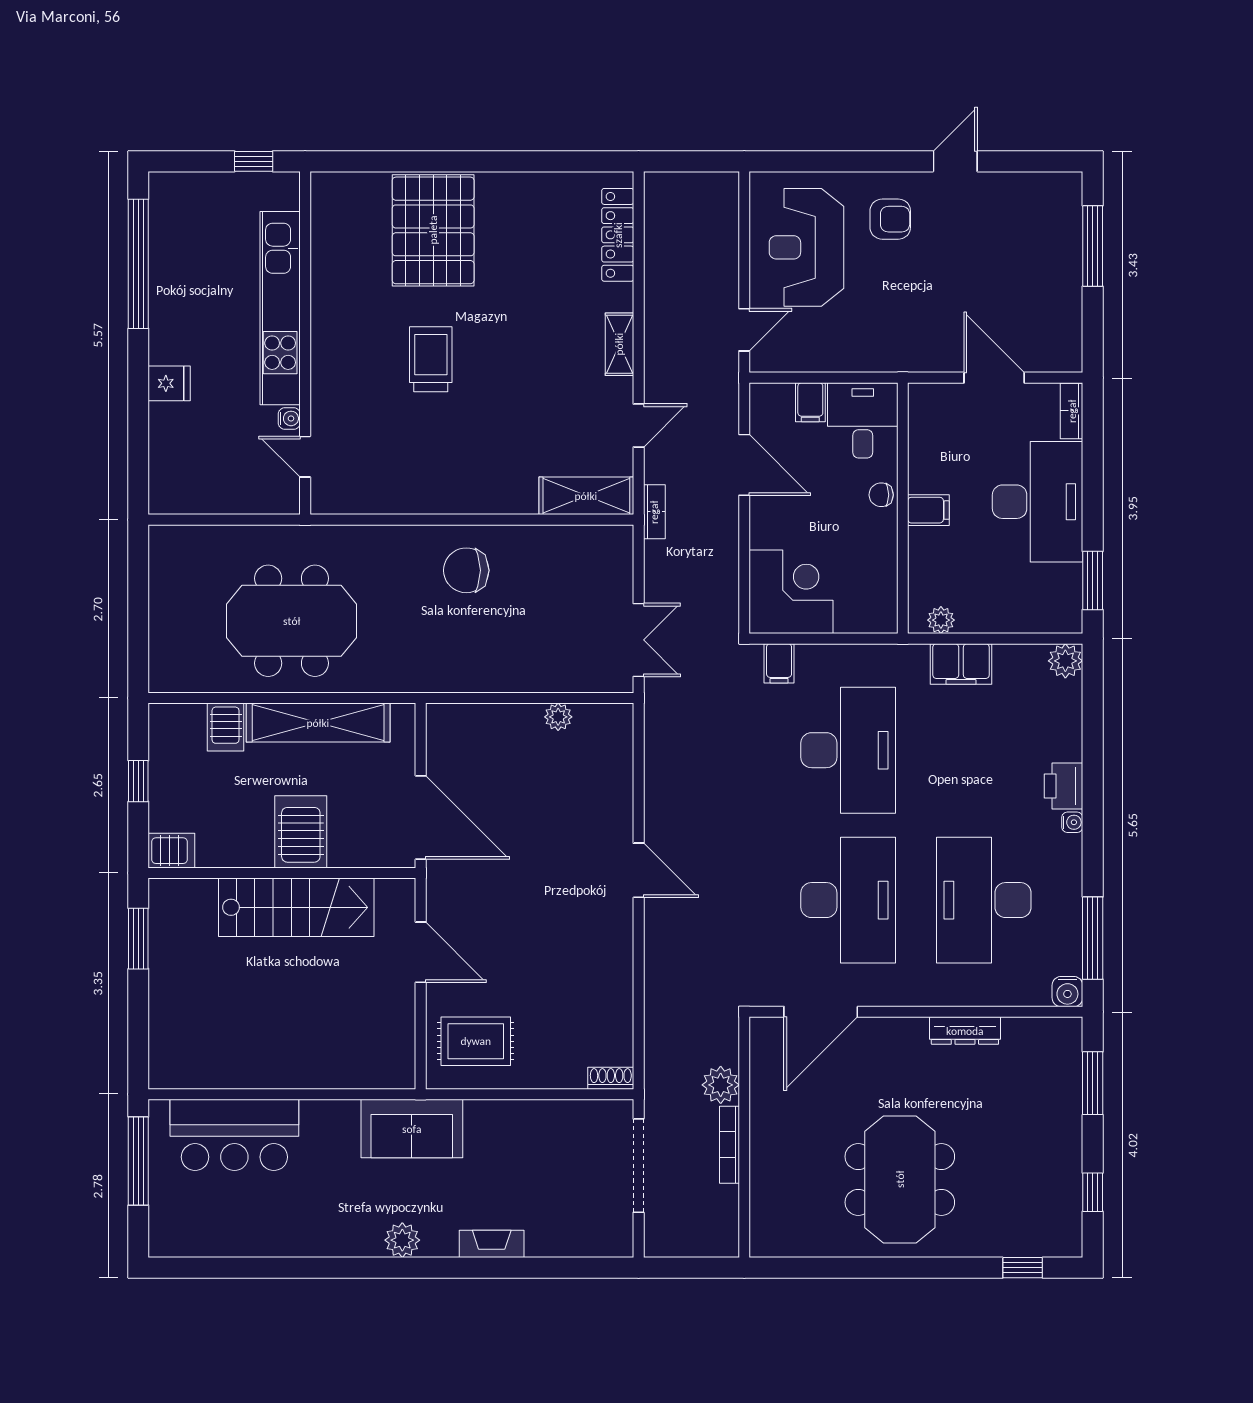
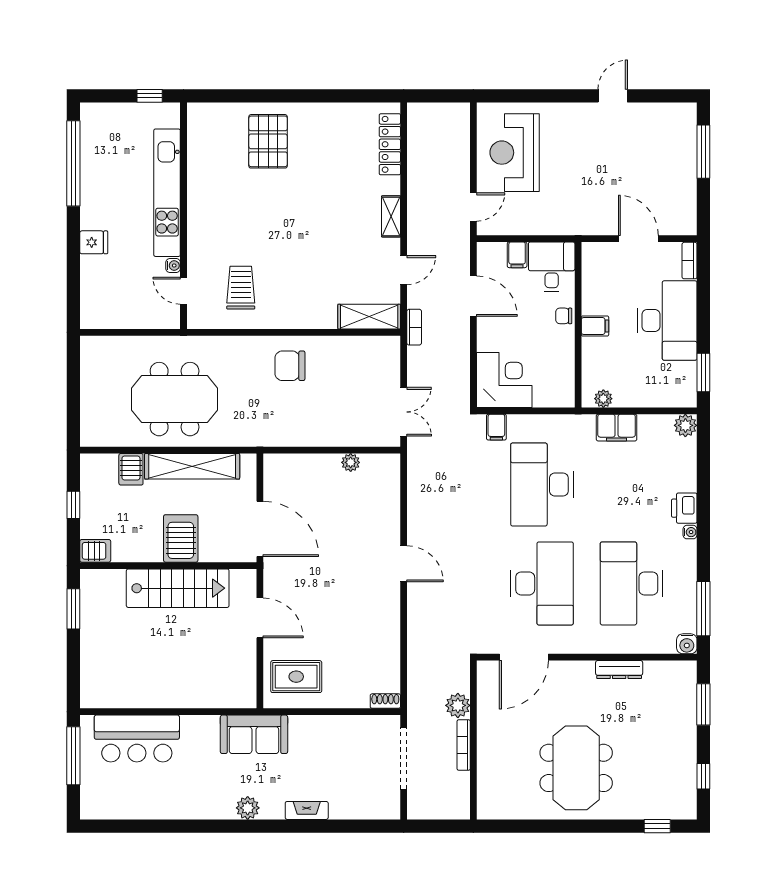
armchair: (890, 219) -> (570, 134), removed
pallet: (433, 230) -> (268, 141), width x0.73, depth x0.71
trolley: (431, 359) -> (241, 288), moved
desk: (848, 750) -> (542, 485), turned 180

